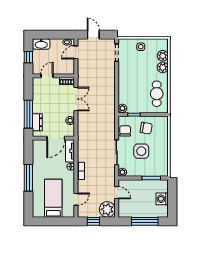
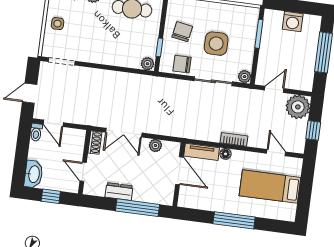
double door: (76, 99) -> (124, 133), swing flipped
dresser: (37, 122) -> (119, 191), moved

